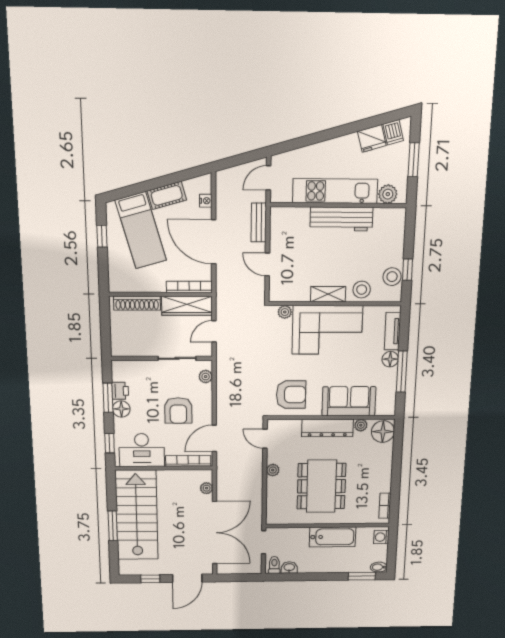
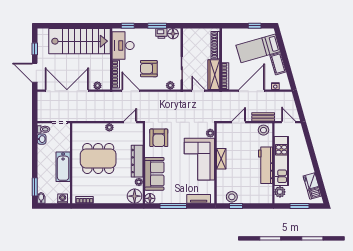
stool: (362, 290) -> (263, 130), moved
floor lamp: (390, 359) -> (150, 198), moved
floor lamp: (121, 409) -> (173, 34), moved
window: (113, 526) -> (72, 26), removed
double door: (215, 533) -> (67, 91), swing flipped

